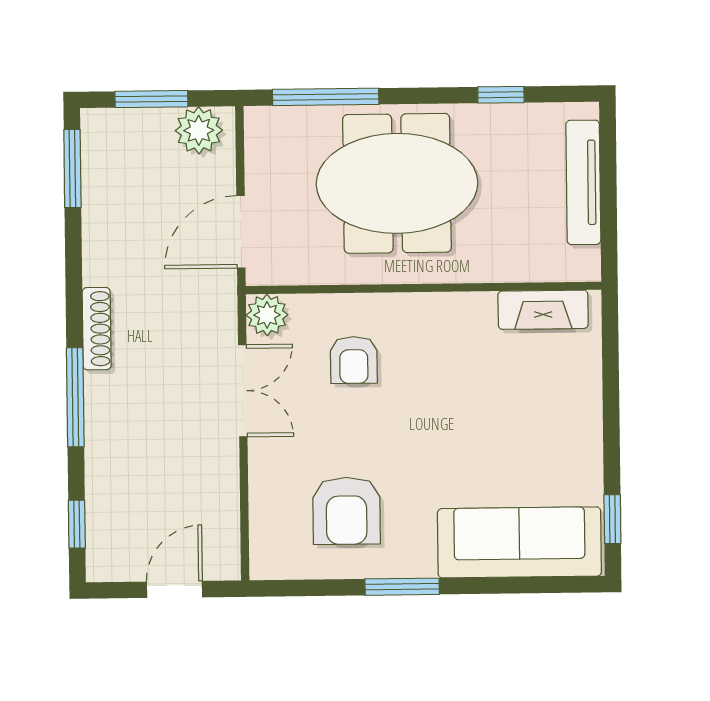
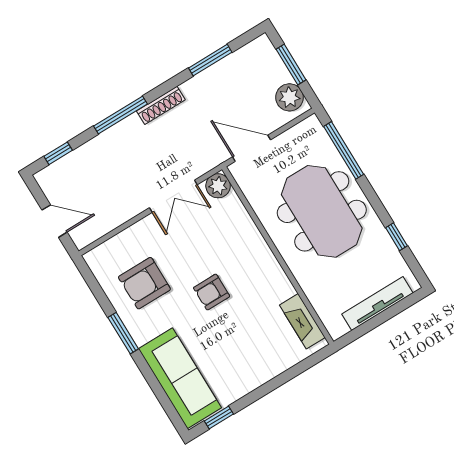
window: (72, 168) -> (210, 60), moved
armchair: (354, 360) -> (212, 292), moved

